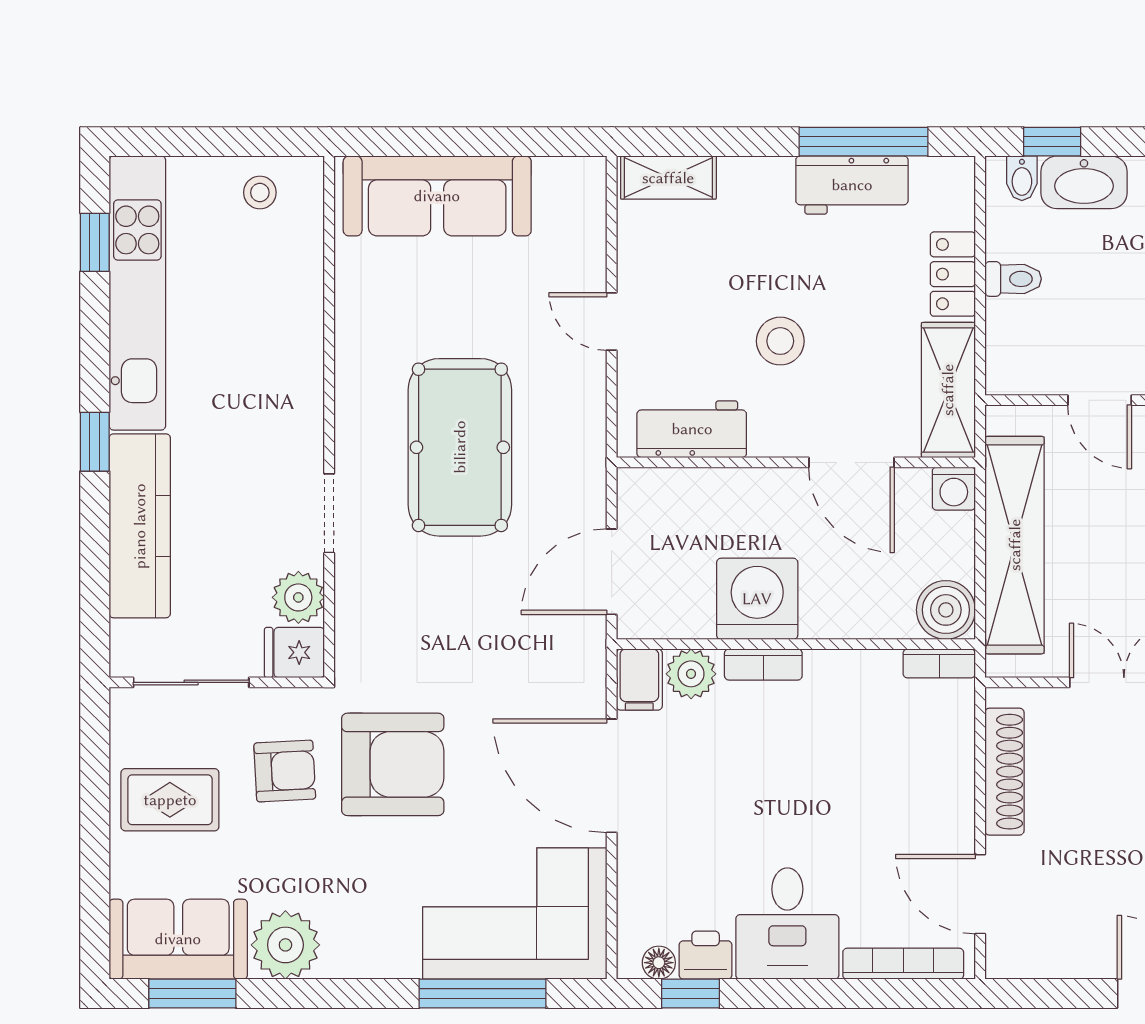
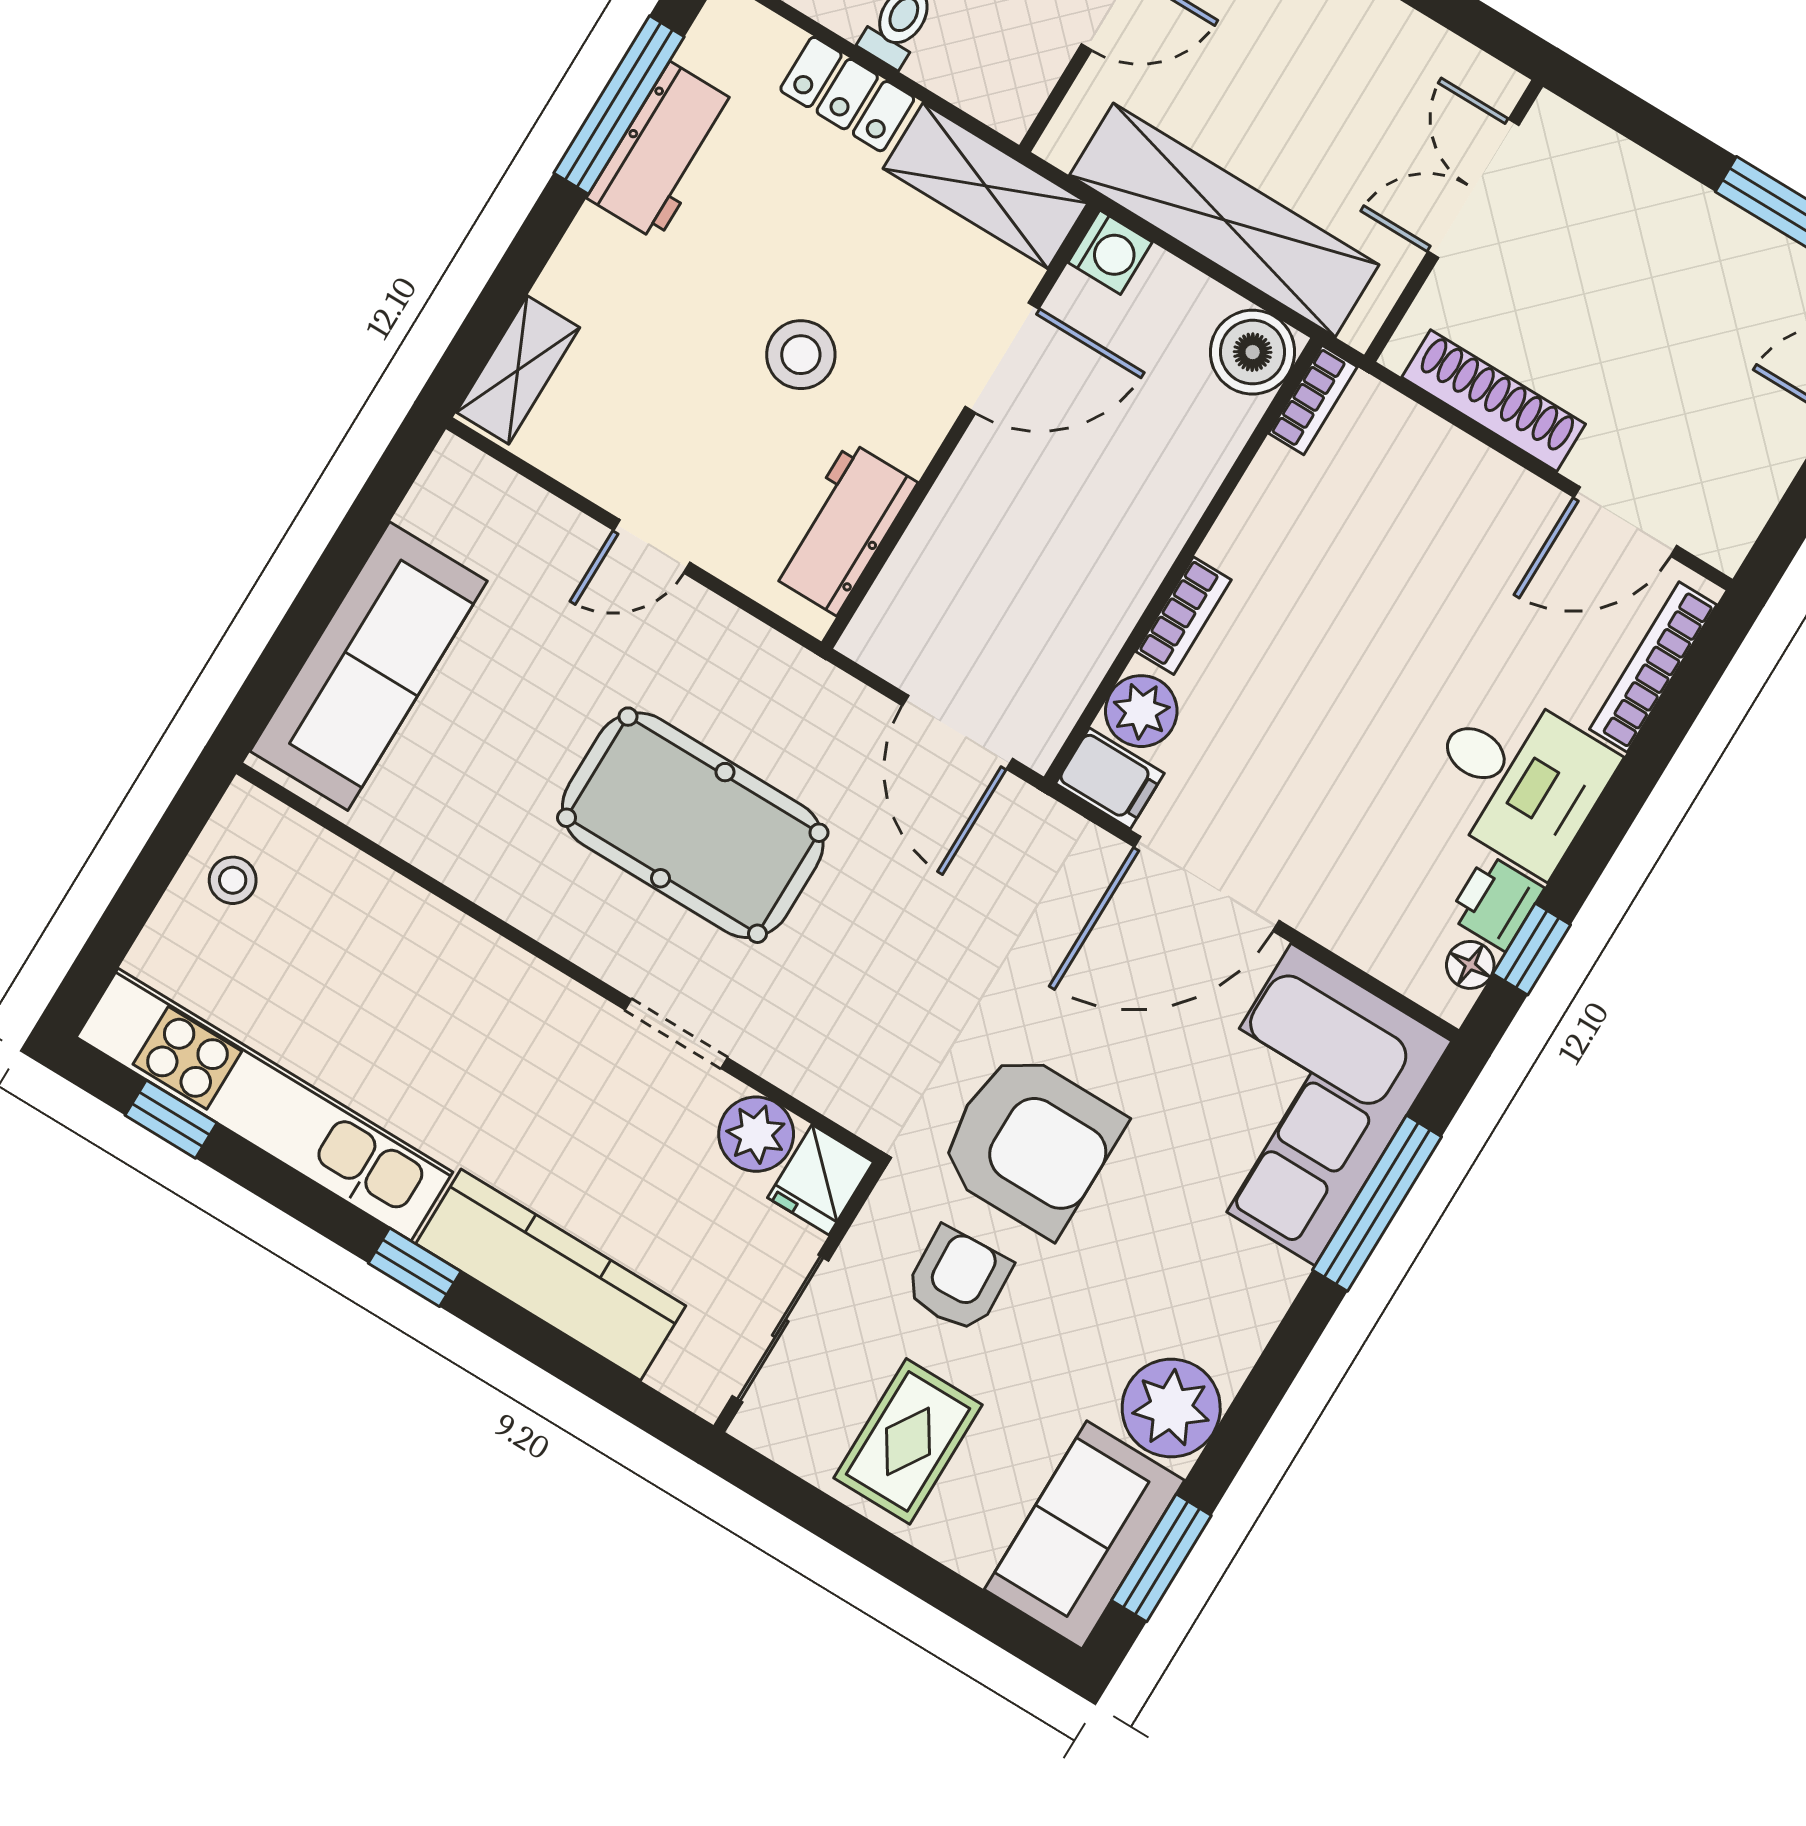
washing machine: (757, 599) -> (1099, 574), removed
armchair: (393, 764) -> (1030, 1143), turned 90

